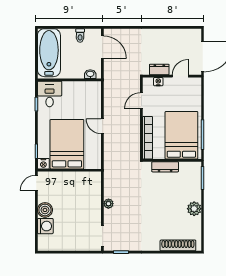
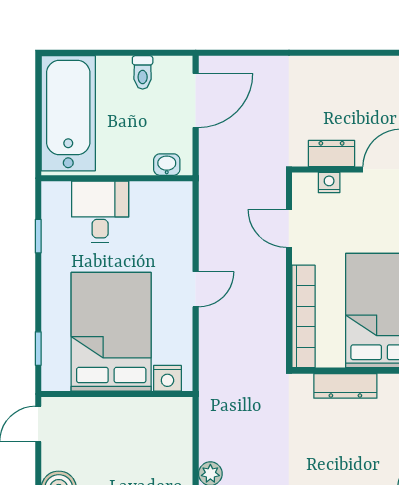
door: (102, 47) -> (196, 100), hinge flipped
desk: (50, 94) -> (100, 212), moved
door: (141, 101) -> (289, 228), hinge flipped
door: (102, 126) -> (196, 289), swing flipped
nightstand: (43, 164) -> (167, 378), moved

